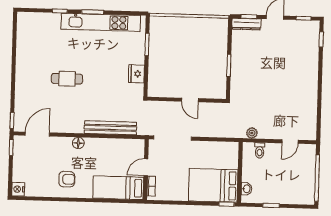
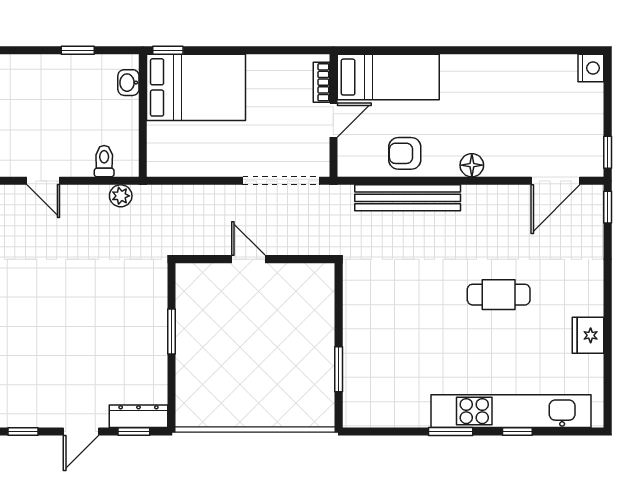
kitchen unit: (101, 22) -> (511, 411), moved
fridge: (136, 74) -> (588, 335), moved, turned 180
door: (290, 142) -> (43, 181), swing flipped
armchair: (67, 179) -> (405, 153), moved

